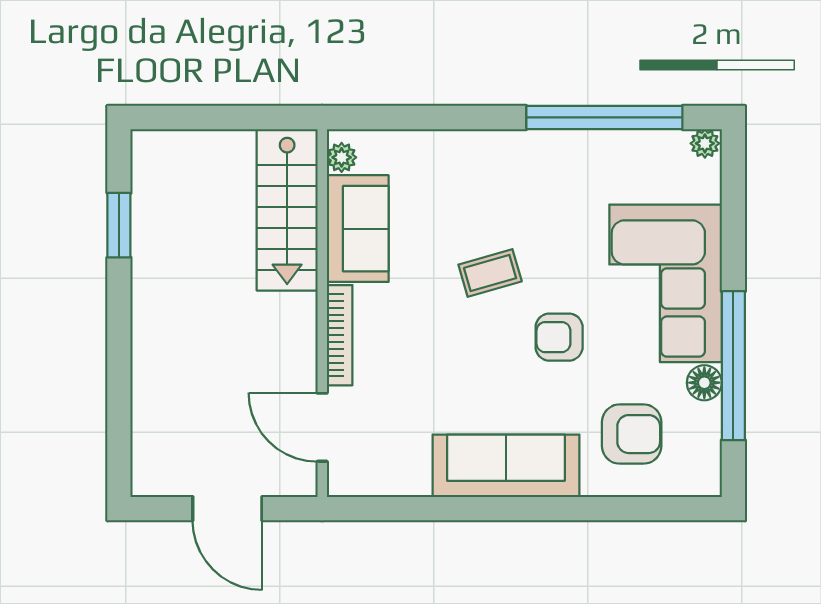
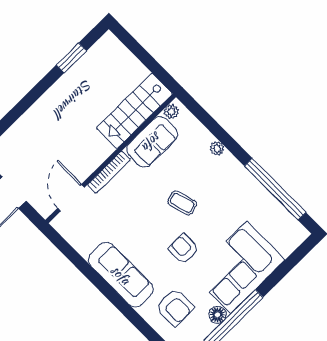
plant: (705, 143) -> (217, 148), moved

